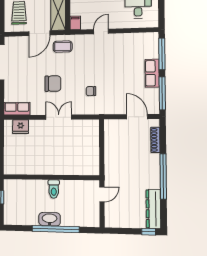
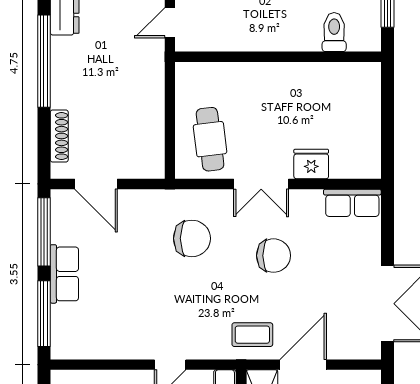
chair: (53, 84) -> (273, 256), turned 180
chair: (91, 91) -> (192, 238), width x1.87, depth x1.87
fridge: (21, 127) -> (311, 164), moved
cafe table: (83, 138) -> (210, 139), added
toilet: (54, 189) -> (334, 32), moved

